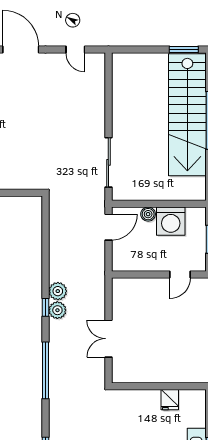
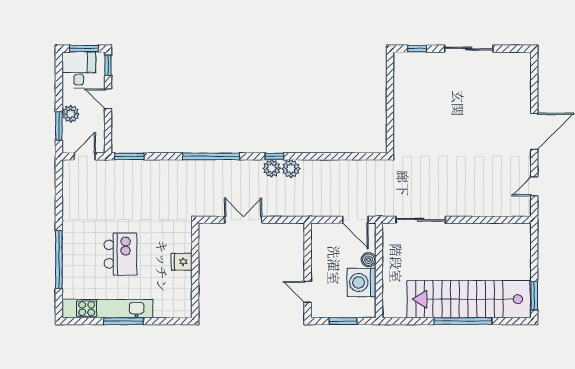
fridge: (170, 400) -> (182, 262), moved

